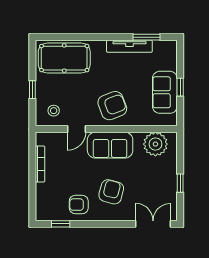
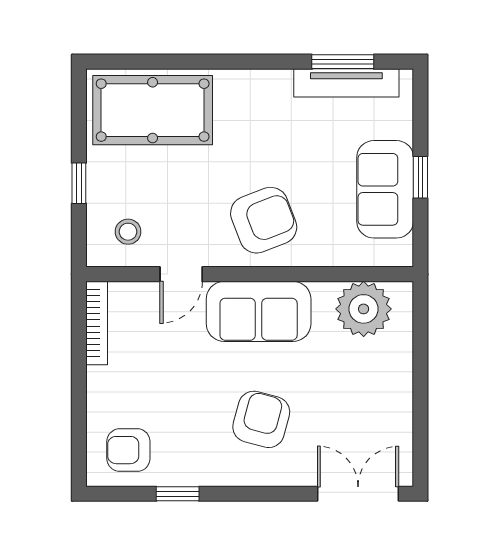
tv unit: (129, 46) -> (346, 83), moved
bookcase: (40, 164) -> (97, 323), moved
window: (180, 183) -> (420, 399), removed
armchair: (79, 205) -> (128, 450), moved
window: (61, 224) -> (178, 494), moved

